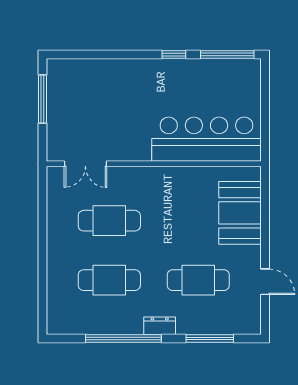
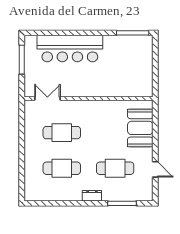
window: (174, 54) -> (100, 33), removed
bar counter: (206, 139) -> (70, 49), moved, turned 180
double door: (85, 164) -> (47, 98), swing flipped
window: (123, 339) -> (70, 203), removed

